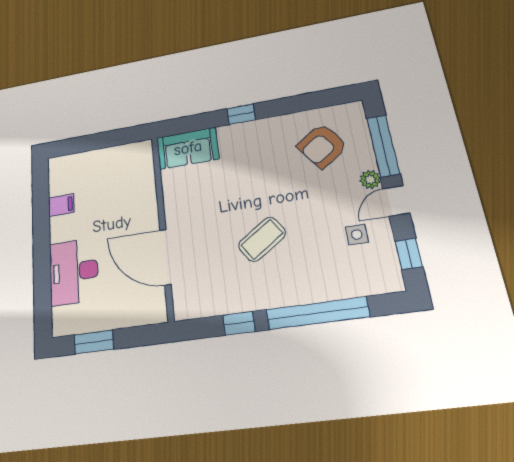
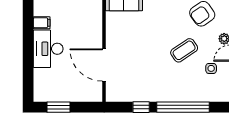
coffee table: (262, 239) -> (184, 50), moved
desk: (74, 272) -> (48, 49), moved

